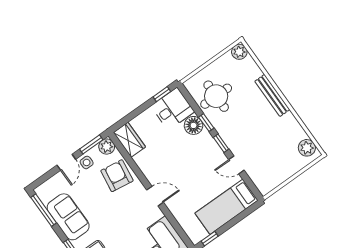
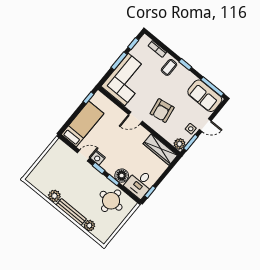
plant: (239, 52) -> (89, 226), moved
wardrobe: (129, 140) -> (160, 150), width x1.50
plant: (307, 148) -> (54, 196), moved
nightstand: (219, 157) -> (98, 158), added
door: (66, 162) -> (205, 125), swing flipped
armchair: (117, 176) -> (162, 111), moved, turned 73
sofa: (68, 217) -> (205, 96), moved

